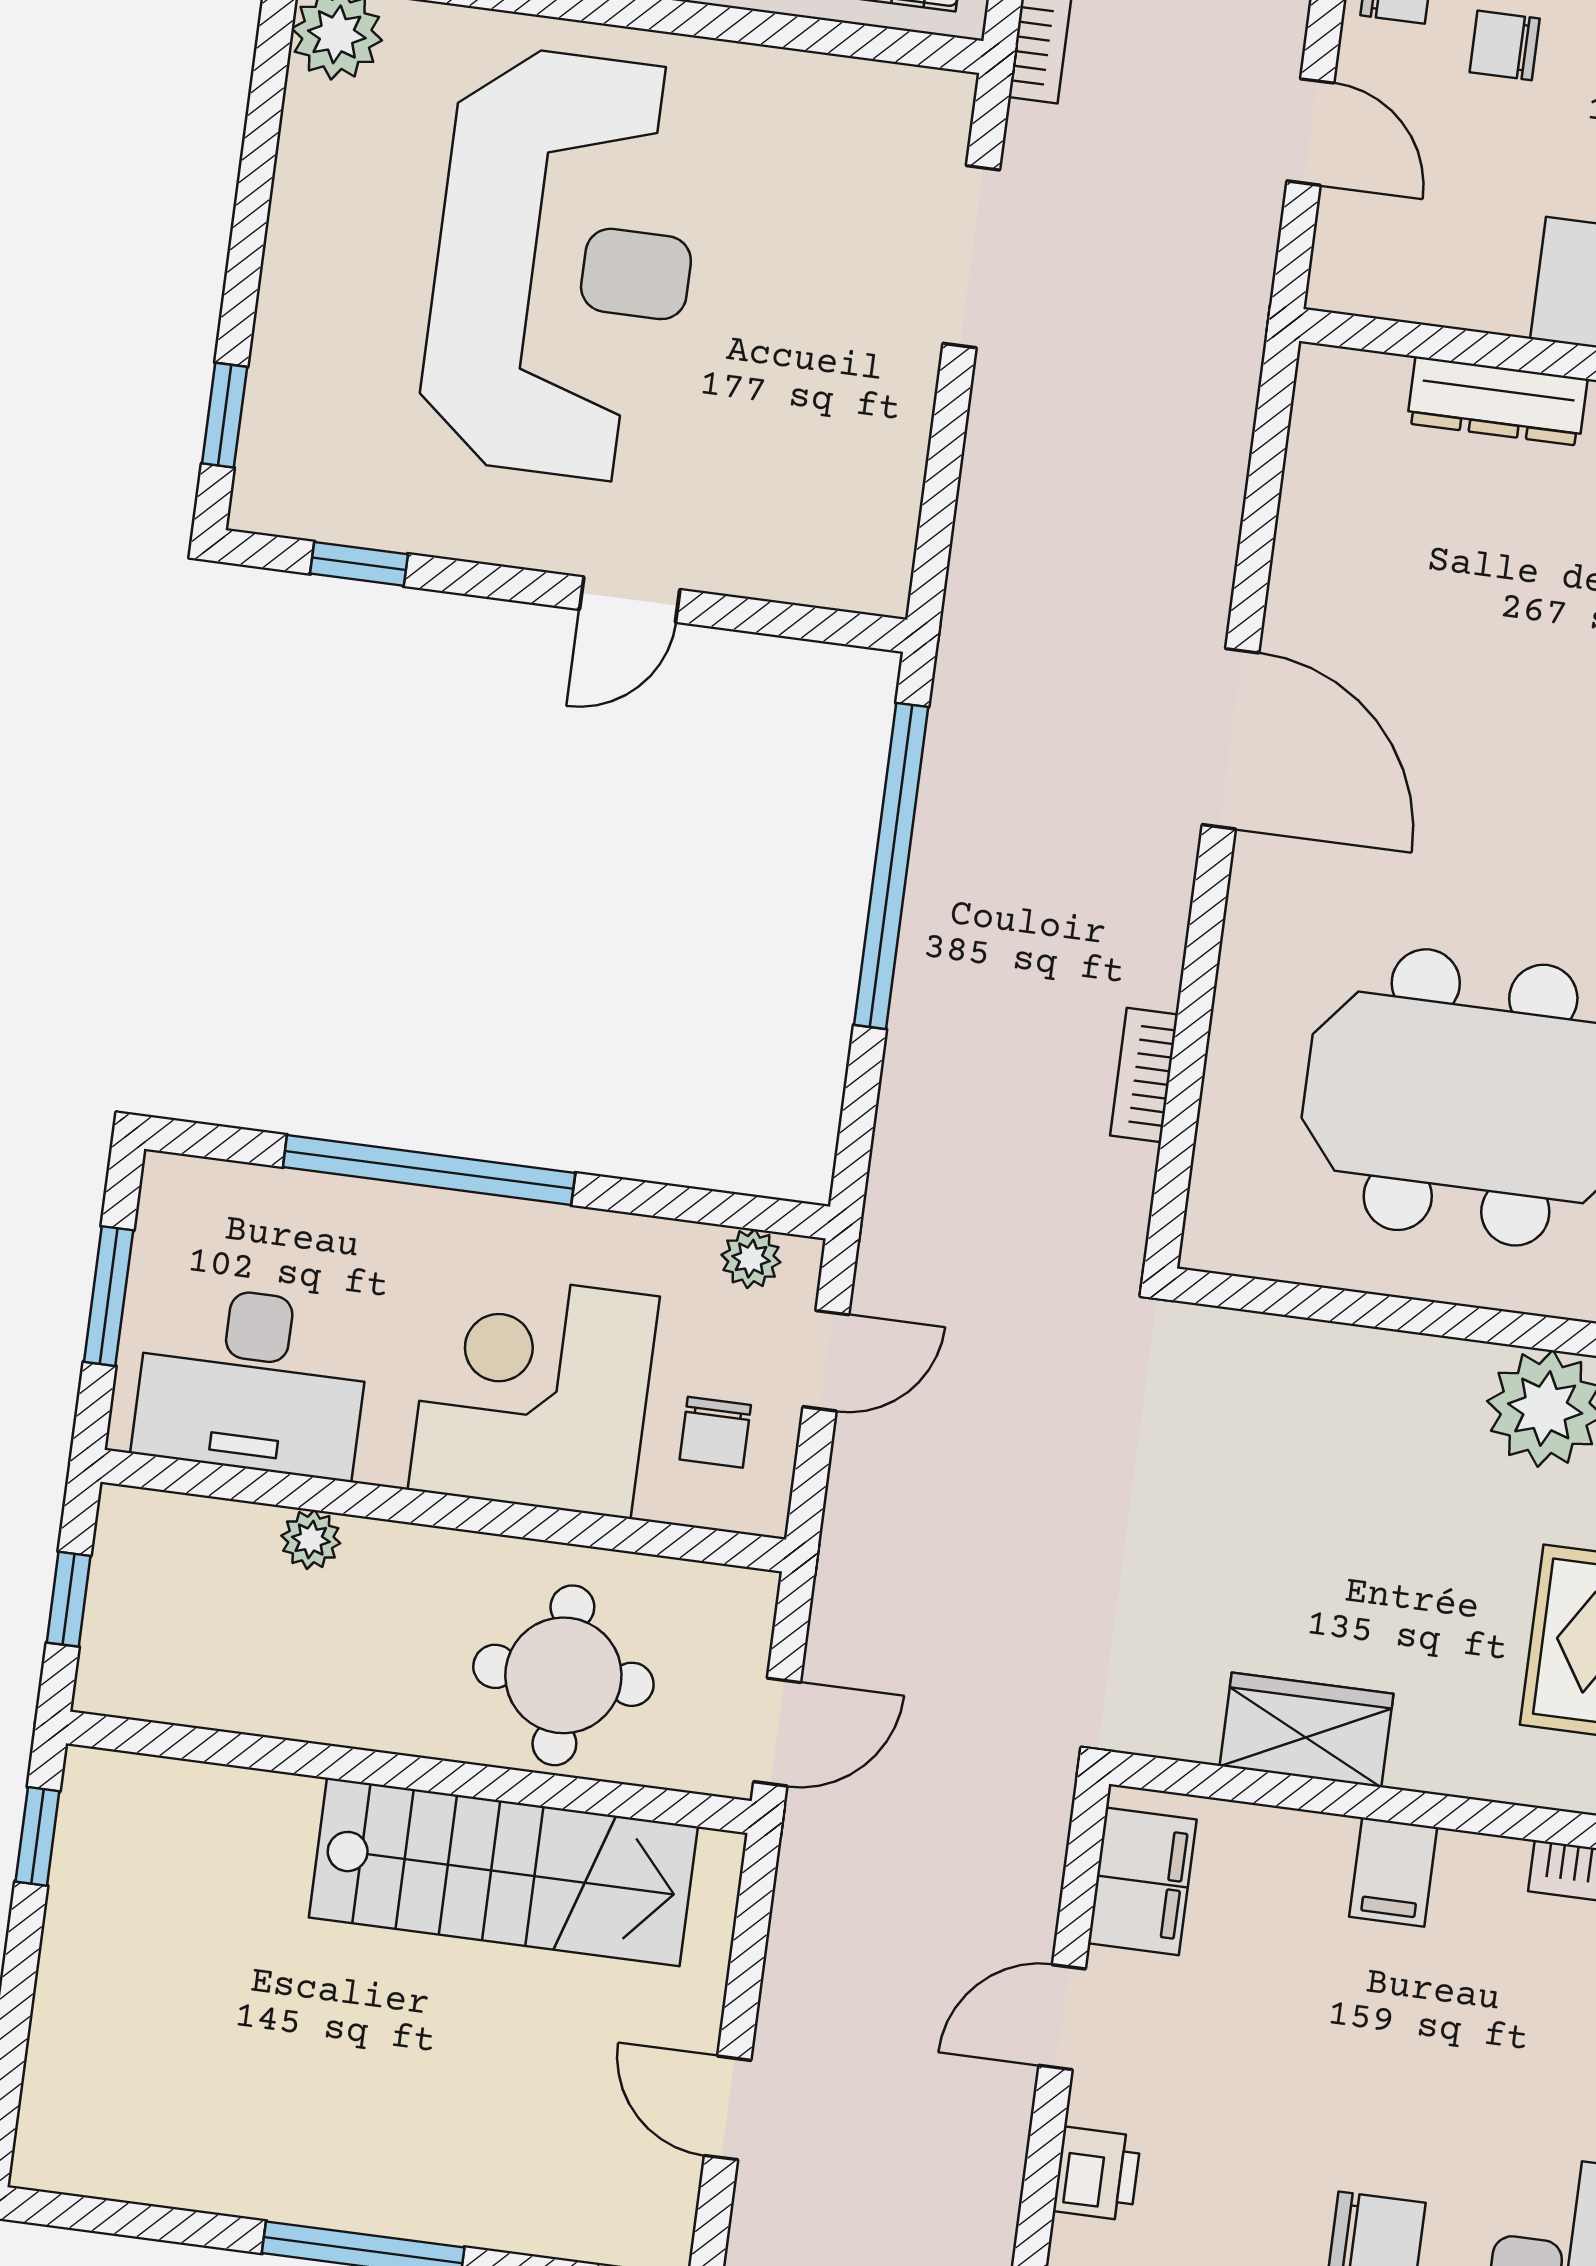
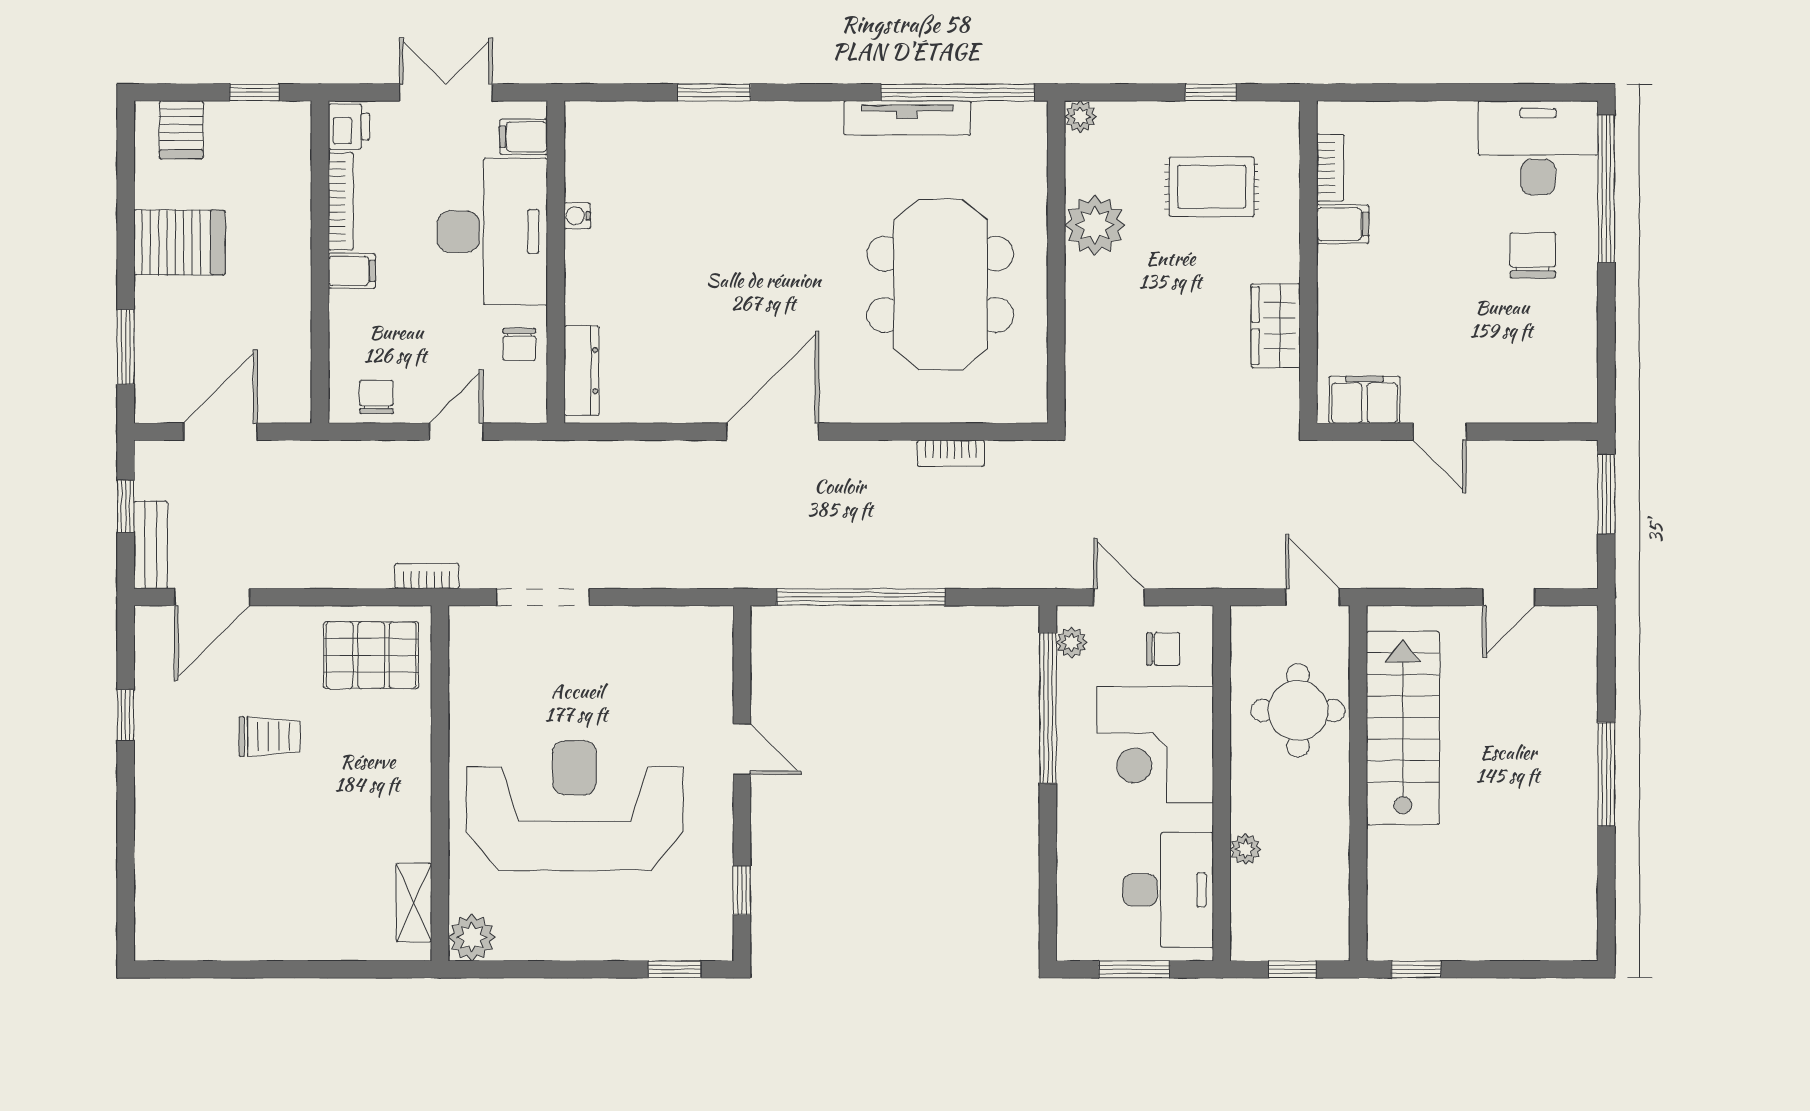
chair: (1505, 45) -> (519, 344), moved
dresser: (1497, 401) -> (582, 371), moved
window: (429, 1170) -> (1048, 708), moved
filing cabinet: (1393, 1872) -> (1343, 224), moved
printer: (1097, 2174) -> (1518, 403), removed

